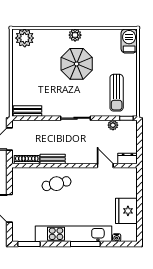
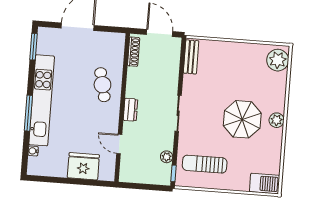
dresser: (128, 158) -> (131, 110), moved
bench: (53, 159) -> (132, 82), removed
door: (105, 166) -> (119, 144), swing flipped
fridge: (126, 211) -> (83, 166), moved

